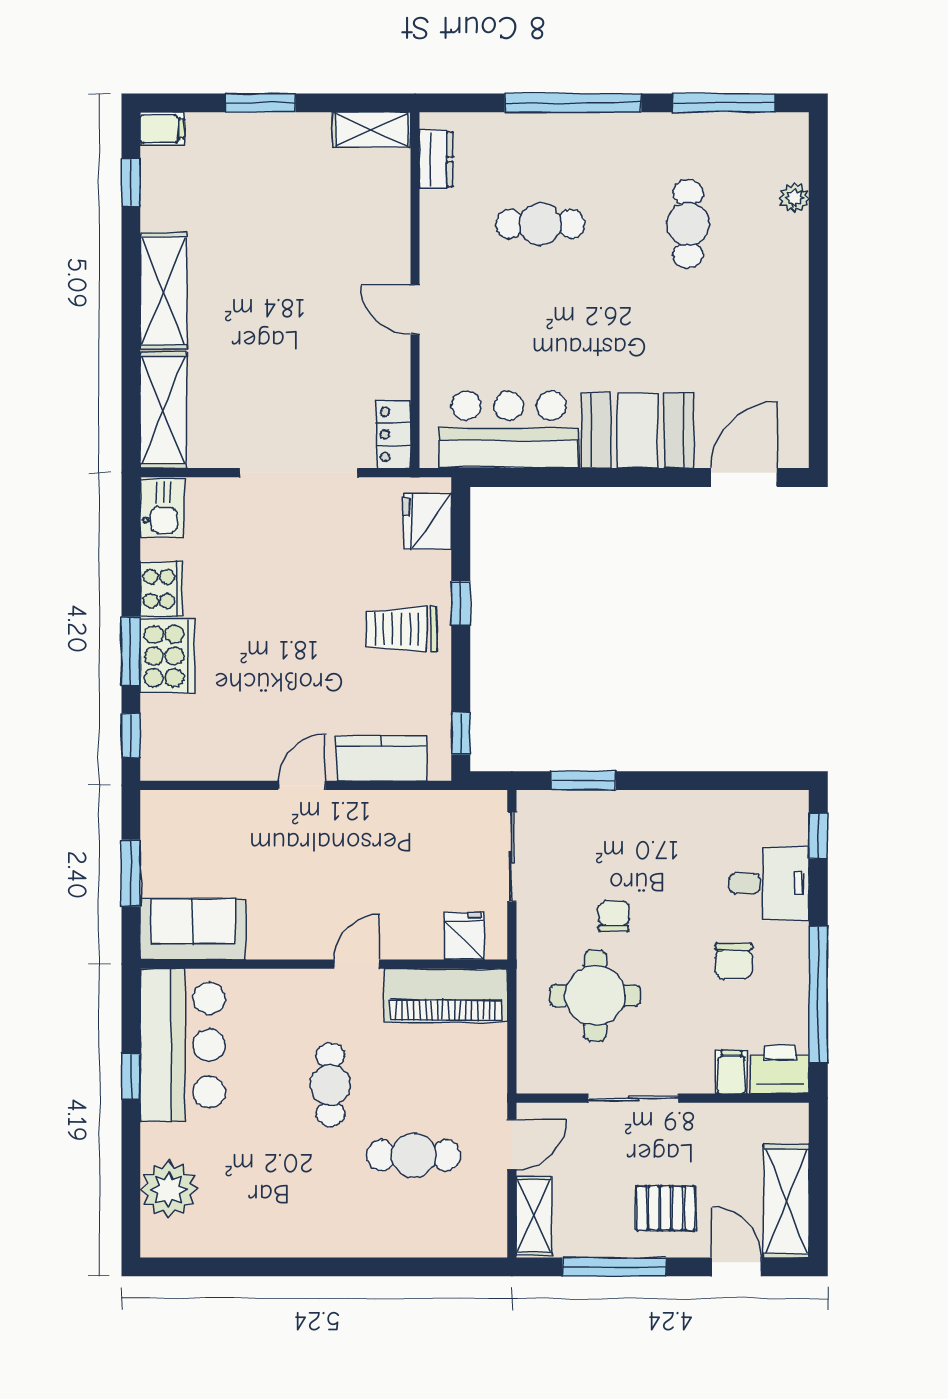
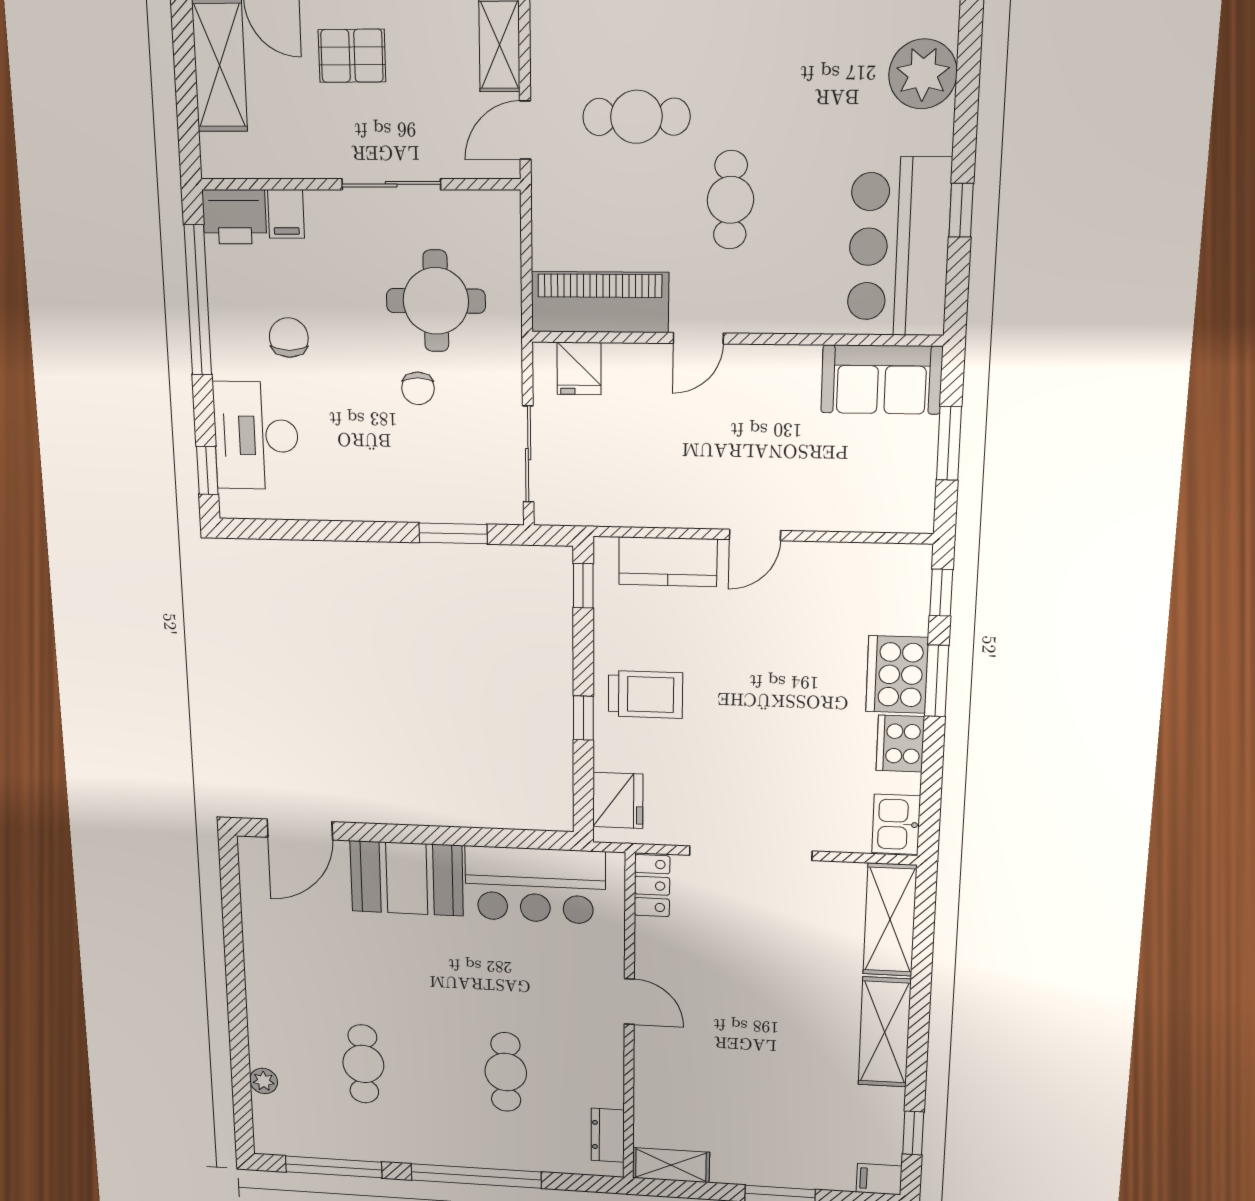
cafe table: (540, 224) -> (506, 1072), turned 90
desk: (769, 883) -> (256, 436), width x1.37

